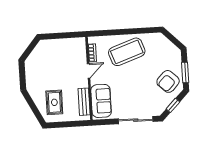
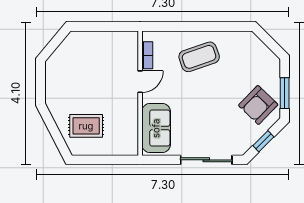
coffee table: (127, 52) -> (199, 57), width x0.73, depth x0.76
rug: (54, 102) -> (86, 126), turned 90
bench: (84, 102) -> (131, 128), removed

